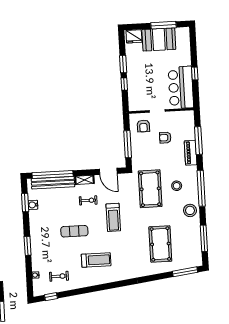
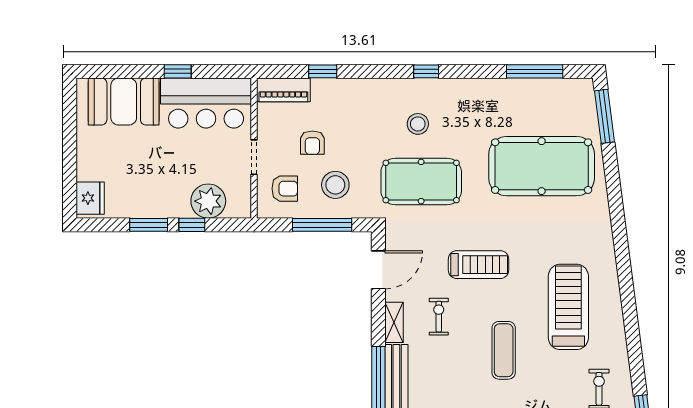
window: (163, 25) -> (70, 133), removed
booth: (159, 39) -> (124, 102), moved, turned 90
plant: (136, 91) -> (208, 201), added
window: (198, 141) -> (323, 71), width x0.46
piano: (191, 153) -> (283, 90), moved
window: (201, 188) -> (426, 71), width x0.32
stool: (190, 210) -> (335, 185), moved
pool table: (160, 244) -> (542, 166), width x1.36, depth x1.32
treadmill: (96, 260) -> (568, 307), width x1.37, depth x1.38

